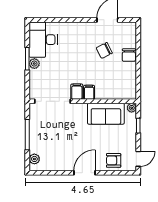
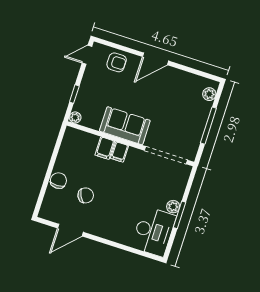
filing cabinet: (77, 92) -> (105, 148), moved
sofa: (106, 114) -> (125, 126), moved

